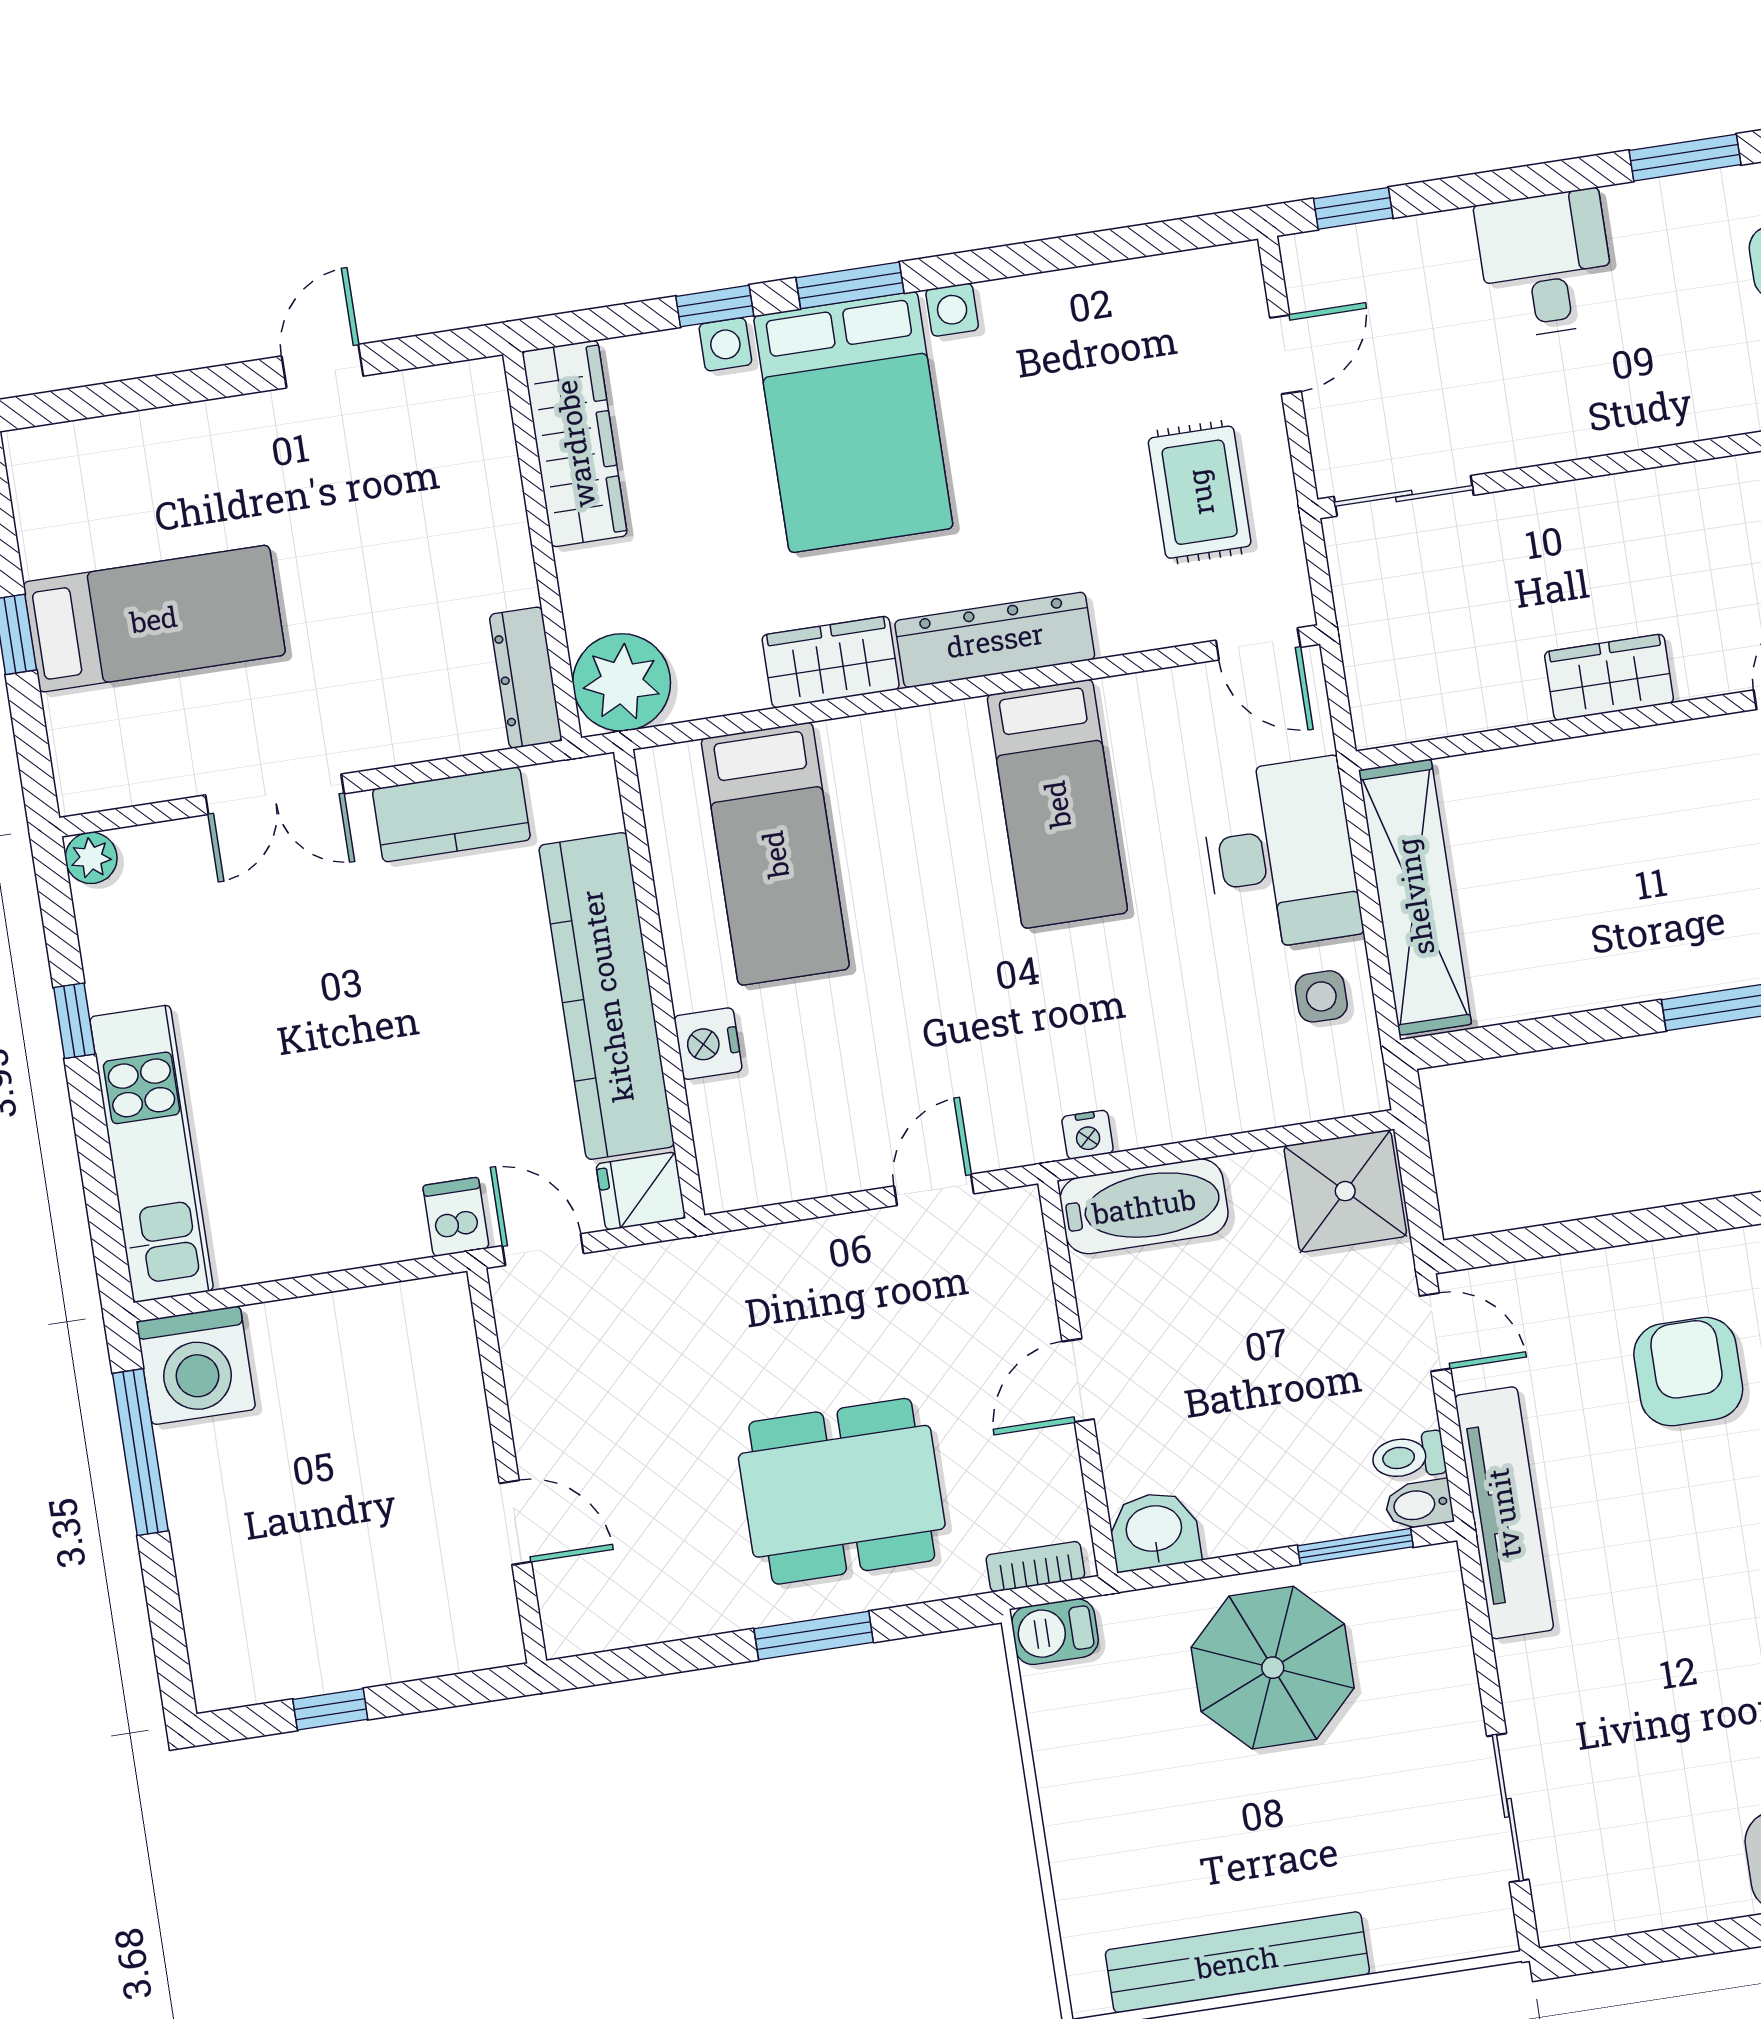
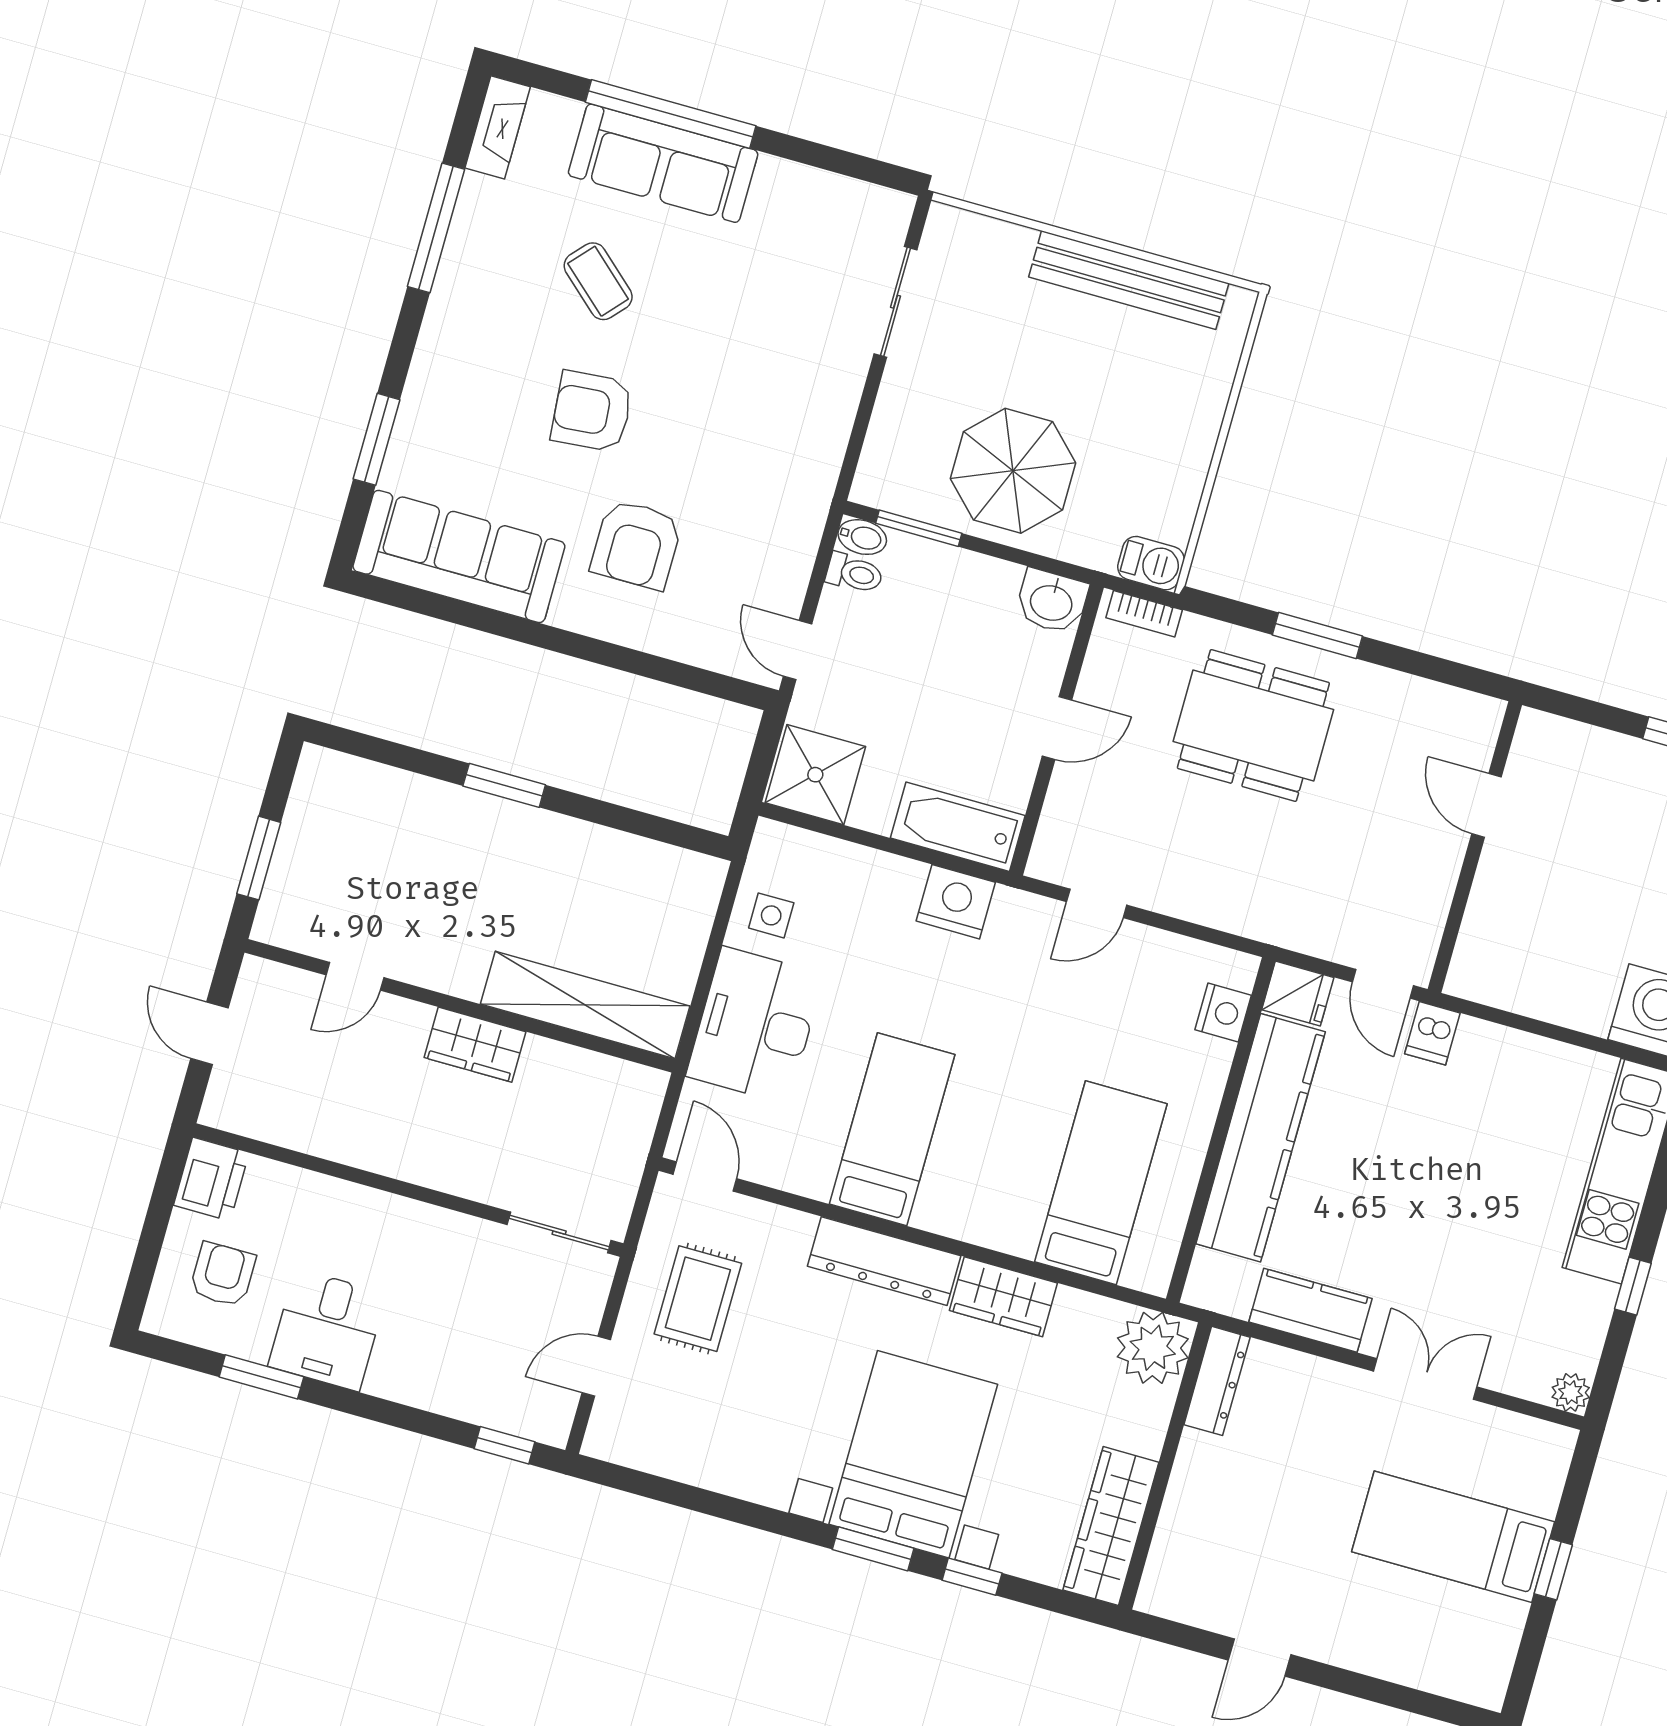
desk: (1546, 264) -> (327, 1330), moved
shelving: (1415, 897) -> (585, 1005), moved, turned 90
nightstand: (708, 1044) -> (1223, 1012), moved
nightstand: (1088, 1135) -> (956, 902), width x1.89, depth x1.79
tv unit: (1504, 1513) -> (806, 505), removed

